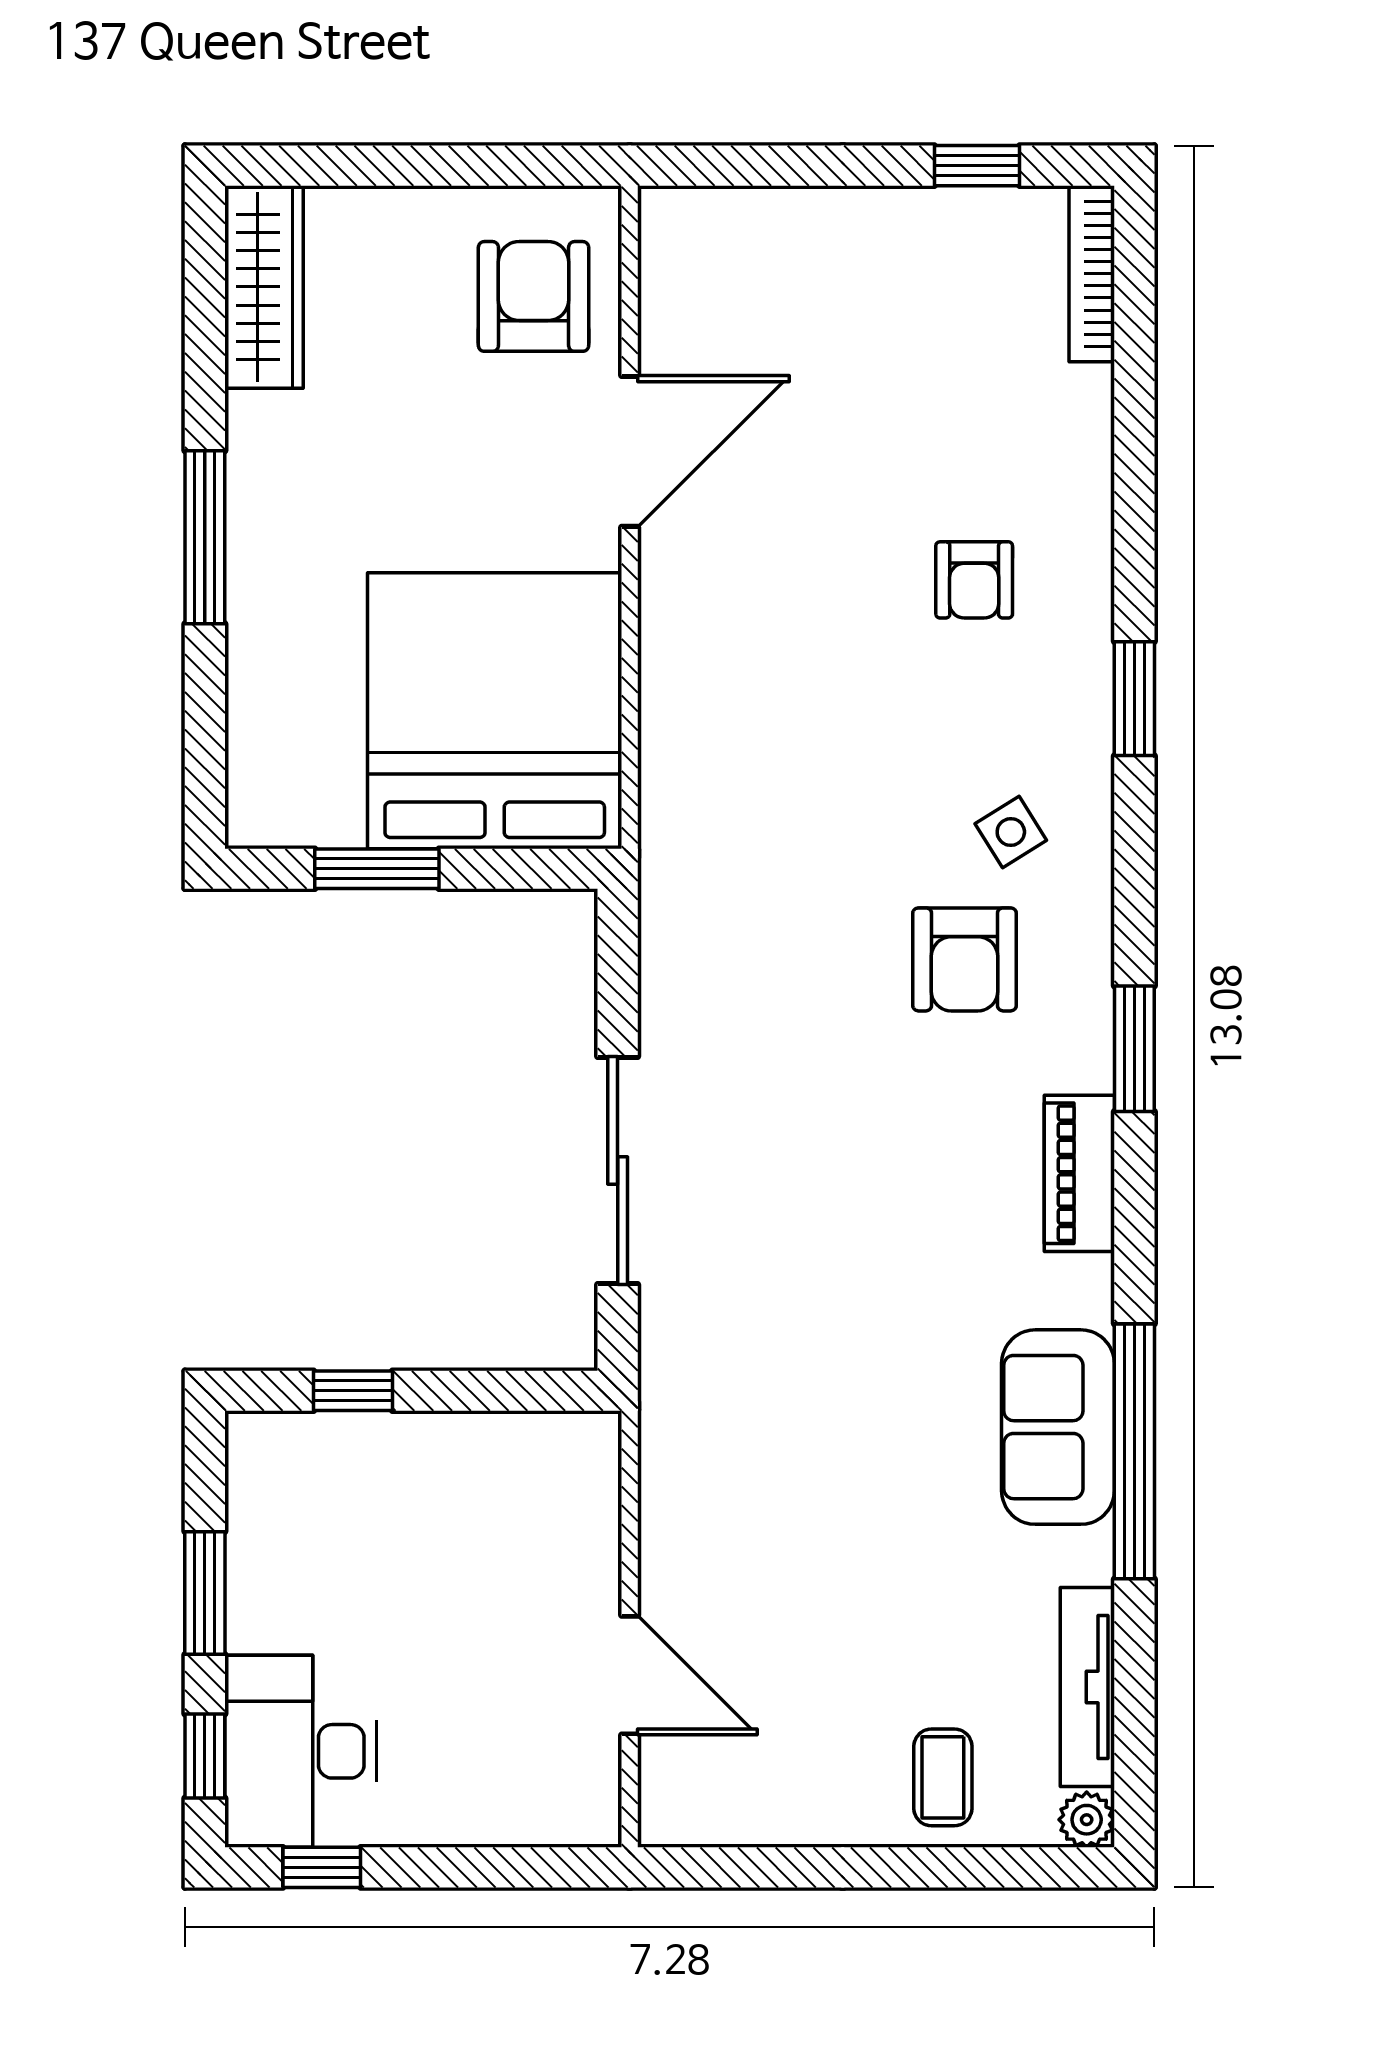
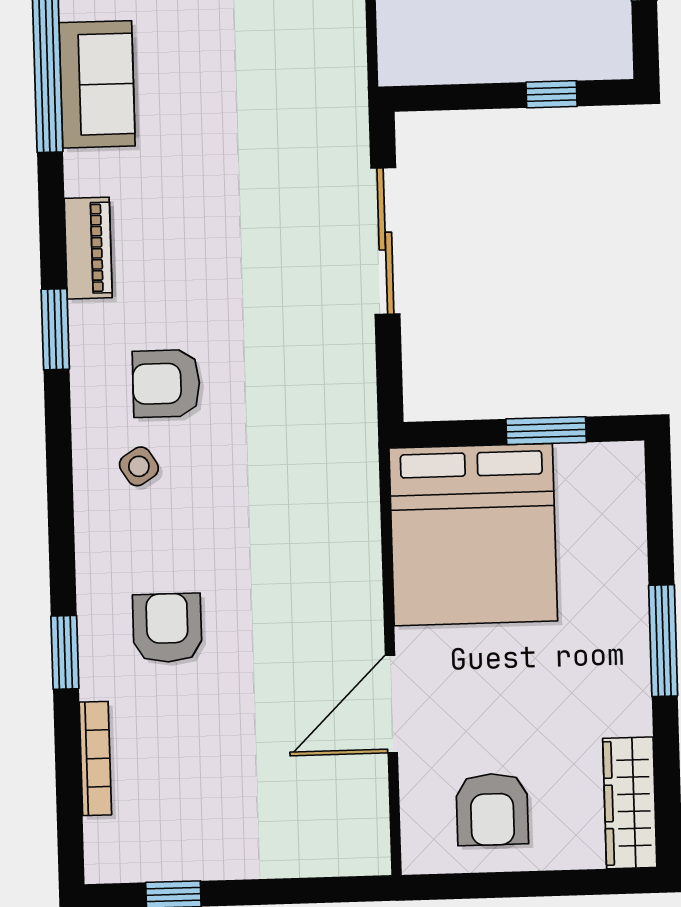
bookcase: (1092, 274) -> (95, 759), moved
armchair: (534, 296) -> (492, 809), moved
armchair: (974, 580) -> (167, 628), width x1.38, depth x1.38
window: (1134, 699) -> (65, 652), moved
armchair: (965, 959) -> (166, 383), turned -90

